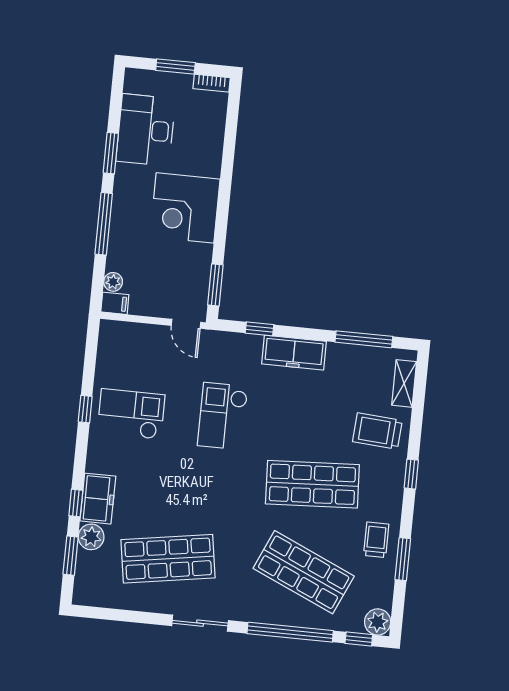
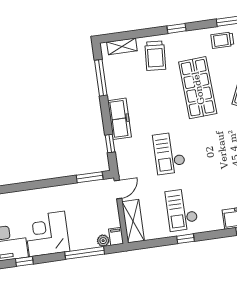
window: (111, 153) -> (24, 261), width x0.67
corner desk: (185, 208) -> (47, 234), moved, turned 180
window: (104, 224) -> (85, 253), moved
shelving: (132, 335) -> (133, 221), added
checkout: (223, 416) -> (169, 153), turned 90

